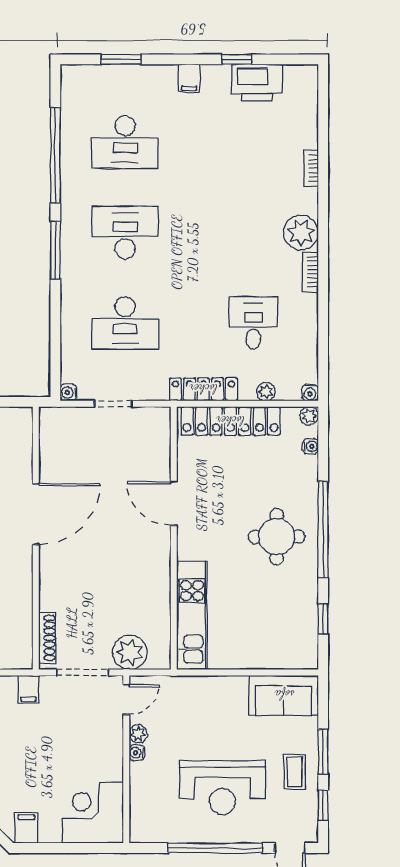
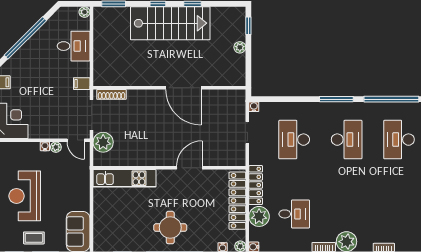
plant: (266, 392) -> (259, 216), width x1.87, depth x1.87

